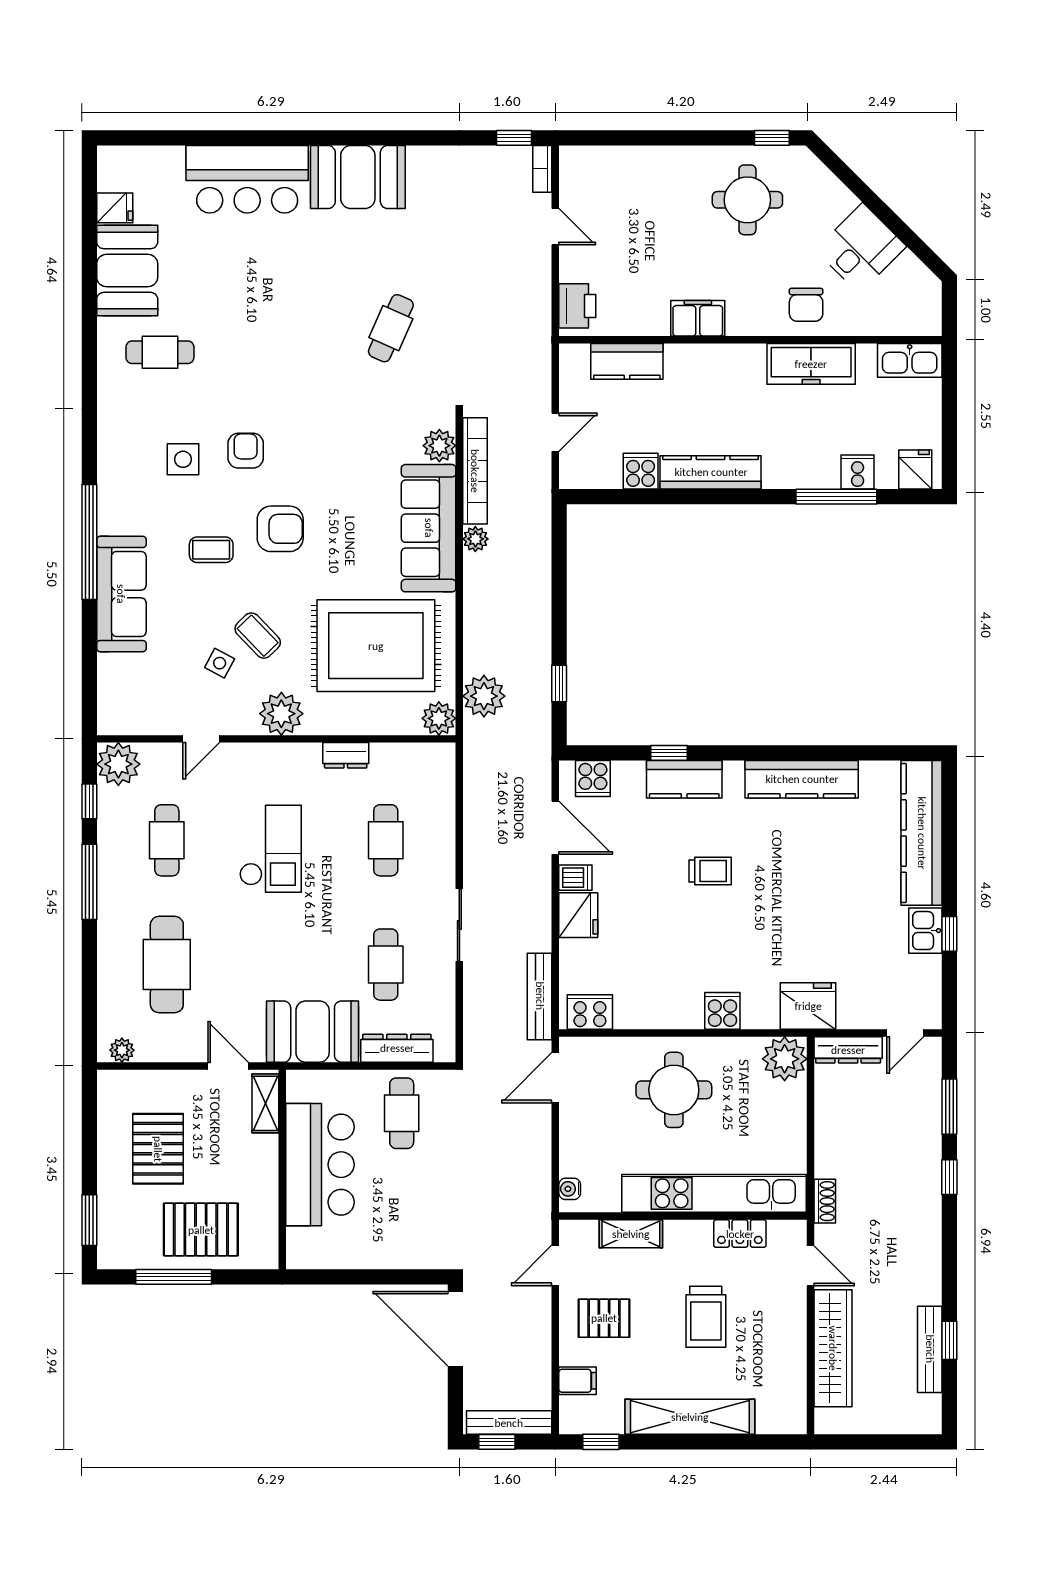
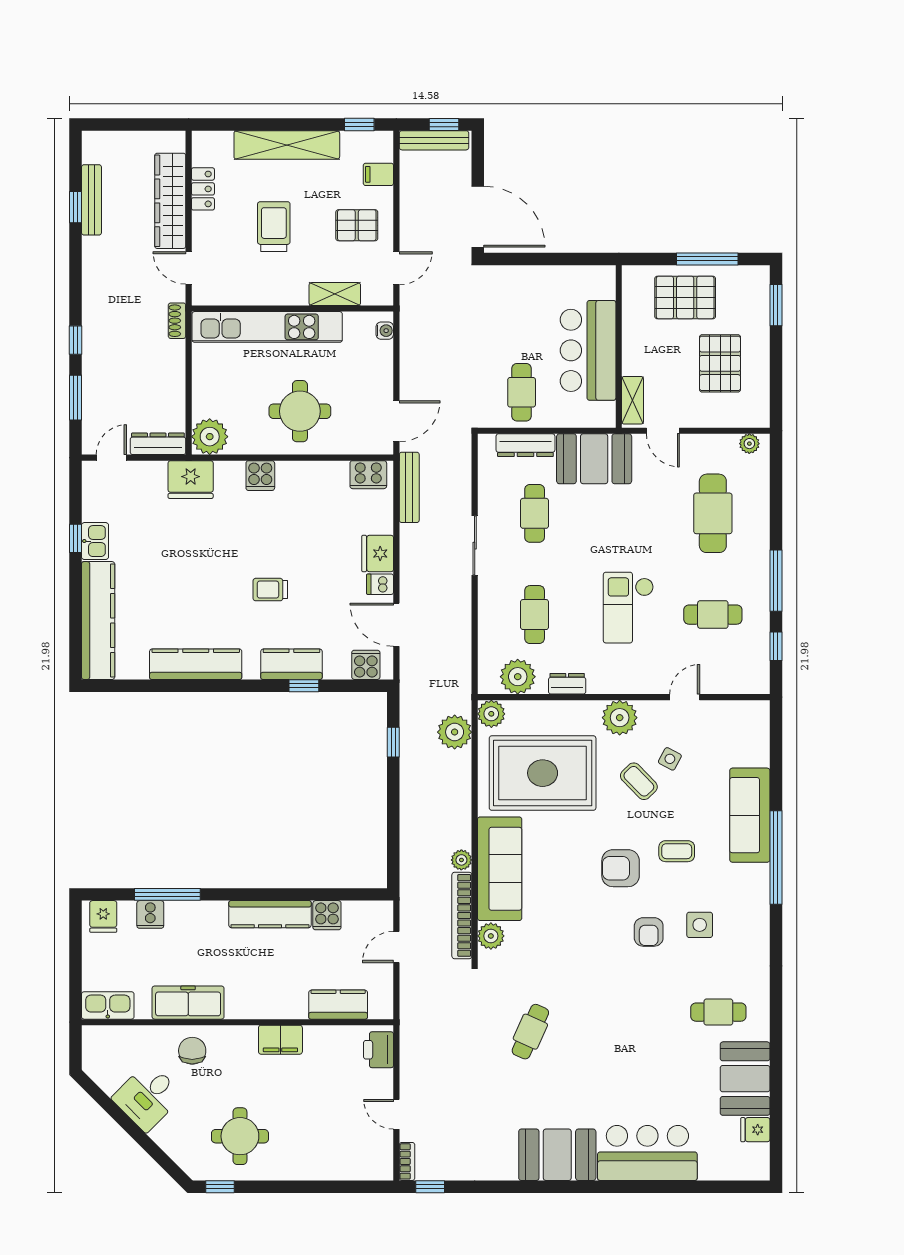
plant: (118, 764) -> (518, 677), moved
cafe table: (167, 840) -> (713, 615), turned 90
locker: (740, 1234) -> (203, 189), moved, turned 90

